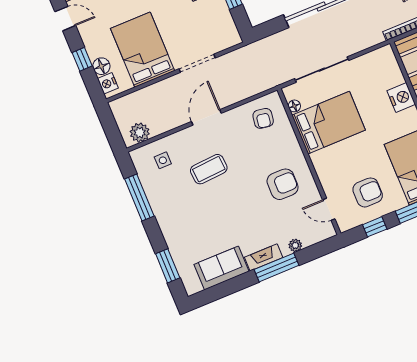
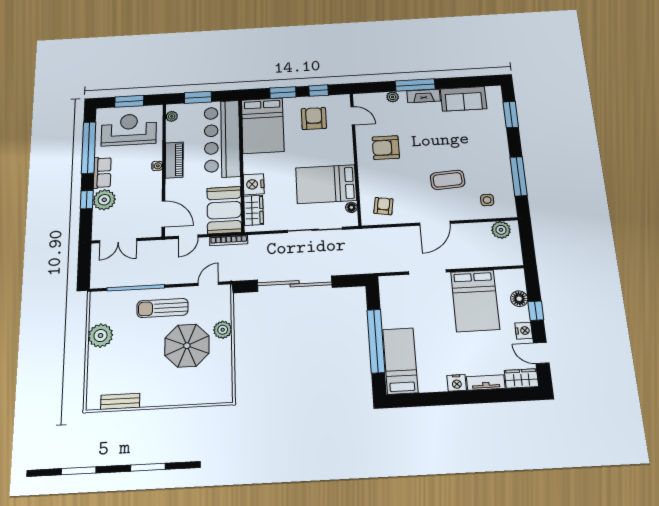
wardrobe: (390, 69) -> (254, 210), added
nightstand: (108, 83) -> (524, 331), moved
armchair: (368, 192) -> (314, 119), turned 90

